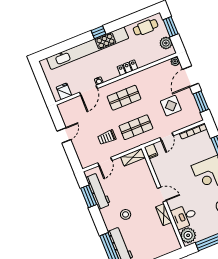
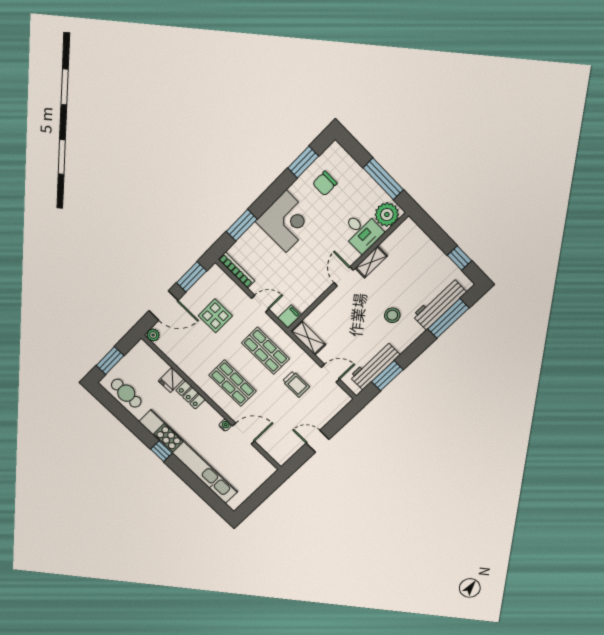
plant: (166, 43) -> (134, 358), removed
fridge: (64, 91) -> (171, 380), moved

